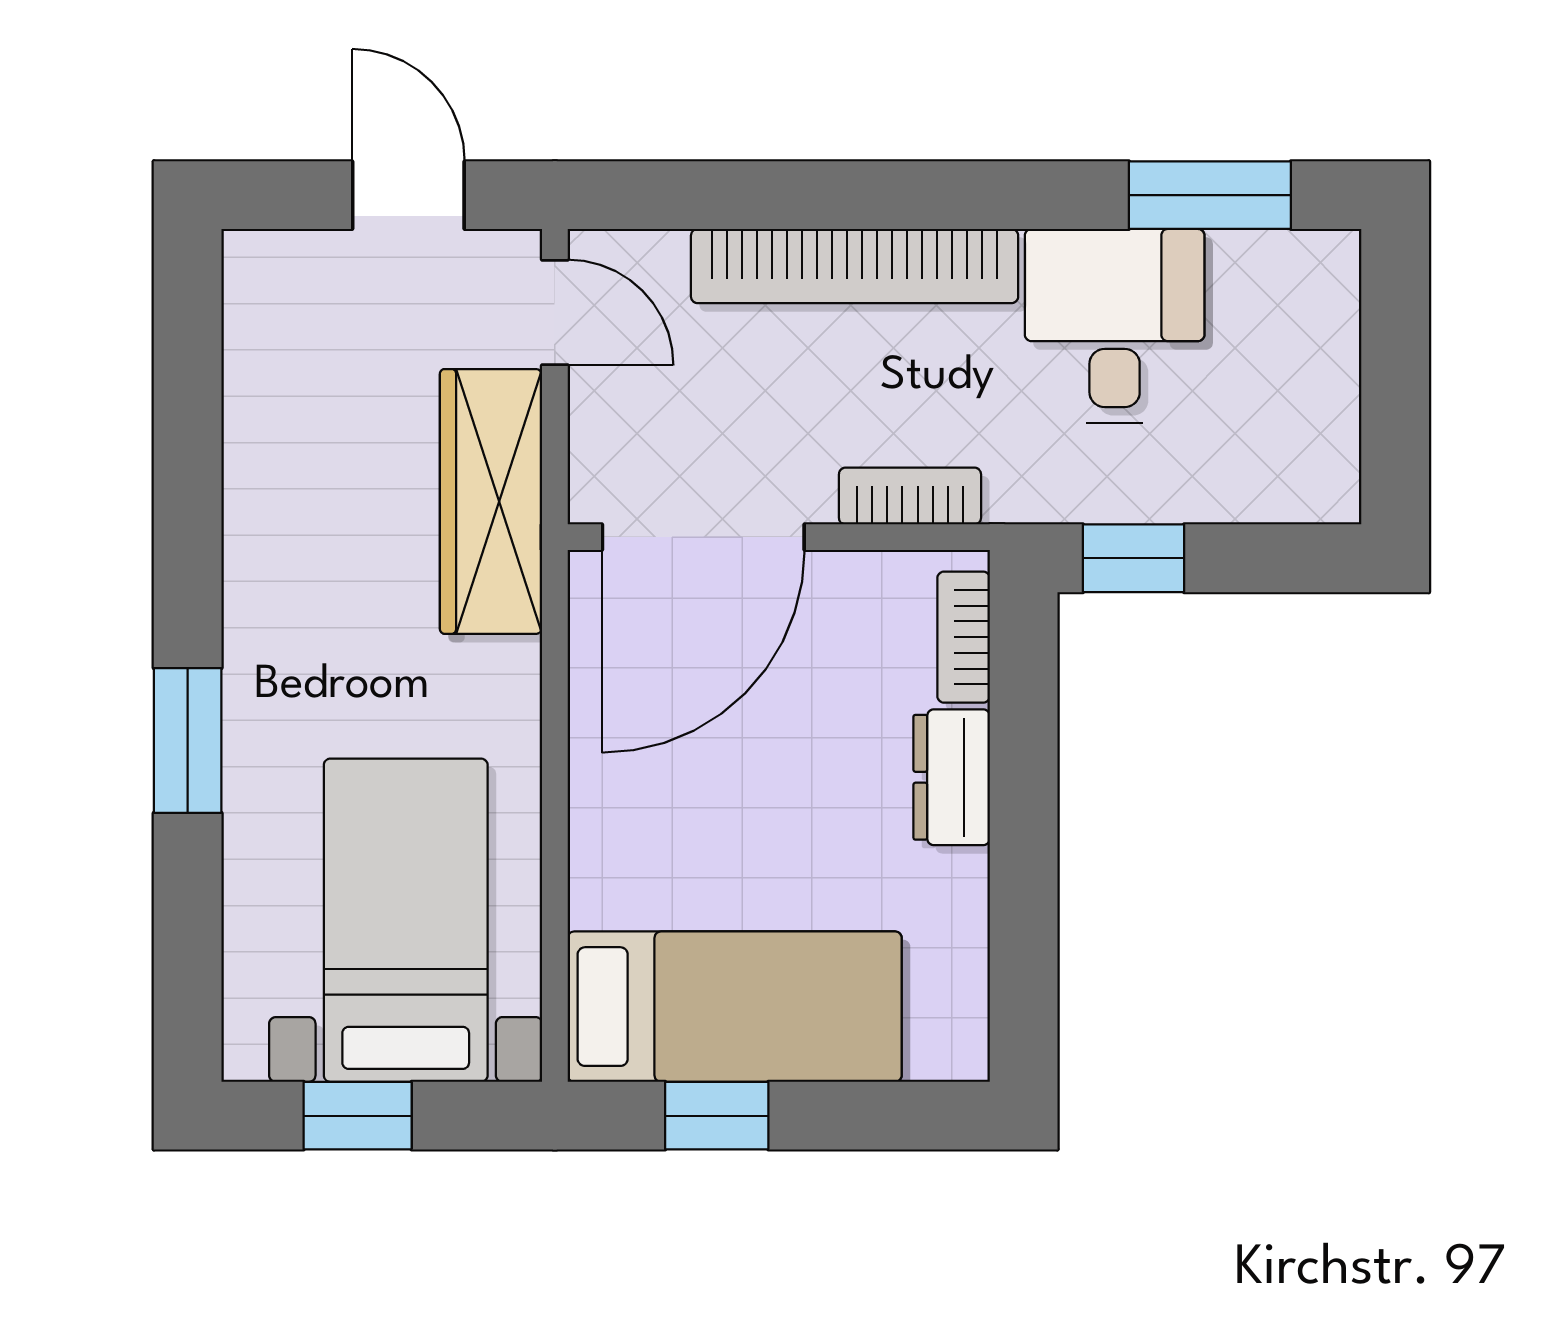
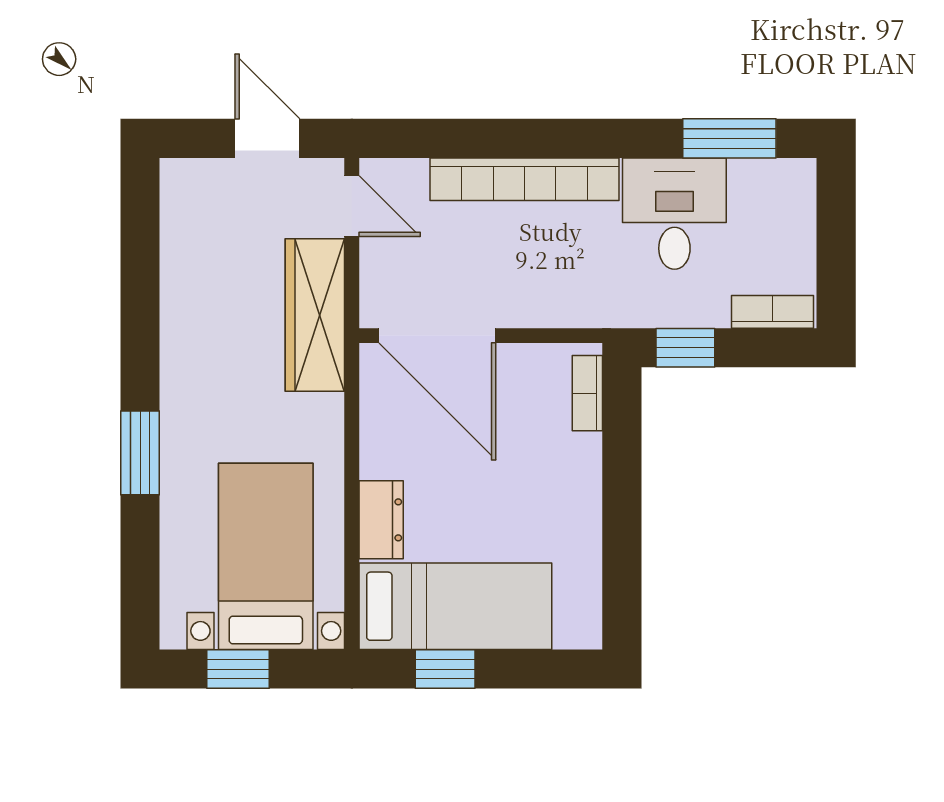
bookcase: (910, 496) -> (772, 312), moved
door: (703, 537) -> (437, 336), hinge flipped
dresser: (952, 777) -> (381, 520), moved, turned 180

